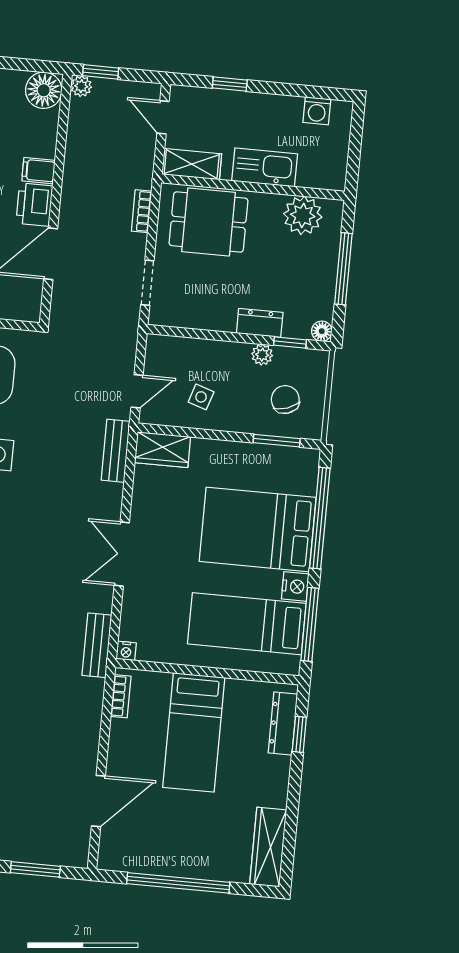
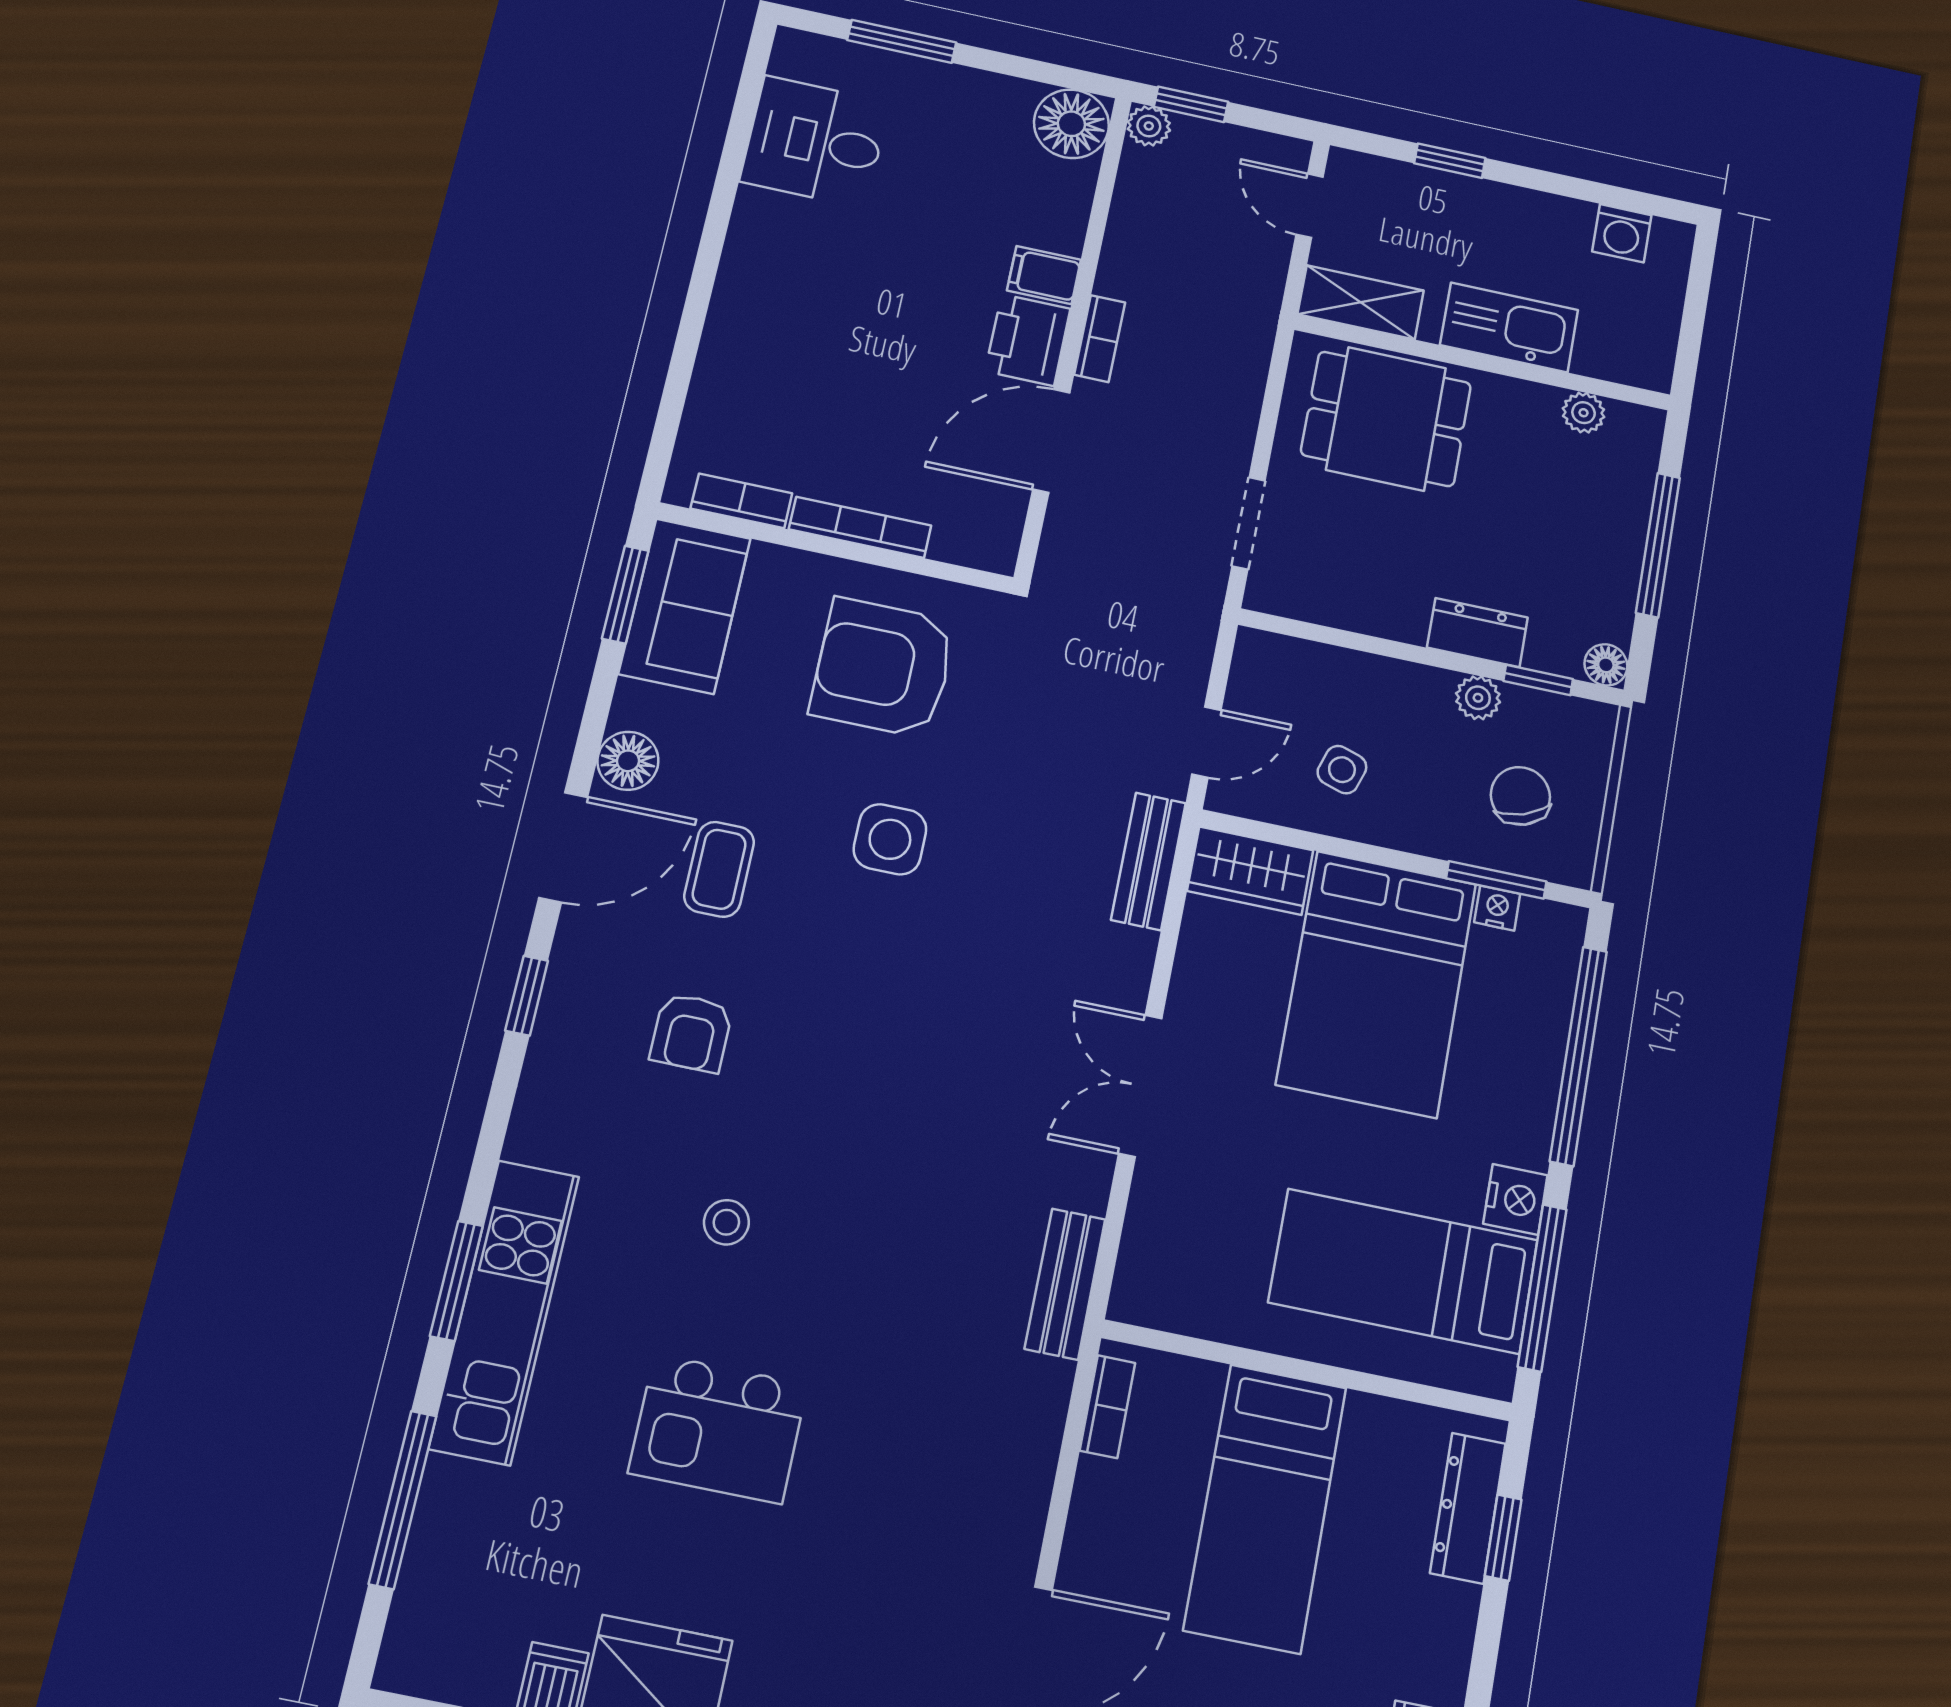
bookcase: (142, 211) -> (1100, 339), moved, turned 180
plant: (303, 215) -> (1584, 413), width x0.53, depth x0.53
bed: (258, 529) -> (1377, 984), moved, turned -90
nightstand: (126, 651) -> (1497, 908), moved, turned 180

